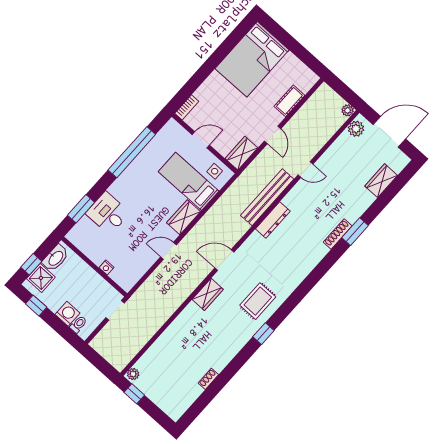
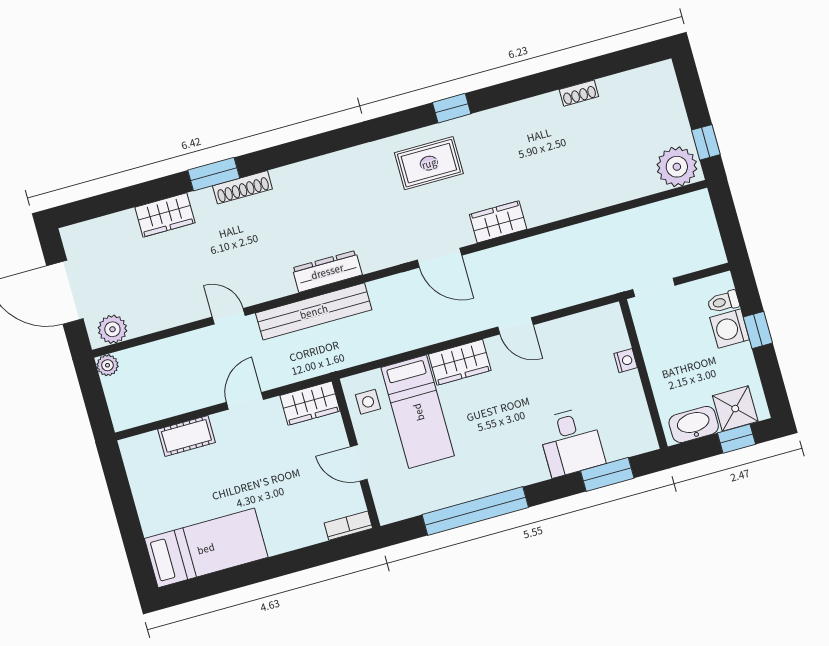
bed: (252, 59) -> (206, 548), width x0.67
wardrobe: (381, 181) -> (165, 215), moved
window: (36, 306) -> (758, 330), moved
plant: (133, 374) -> (677, 167), width x1.88, depth x1.88

